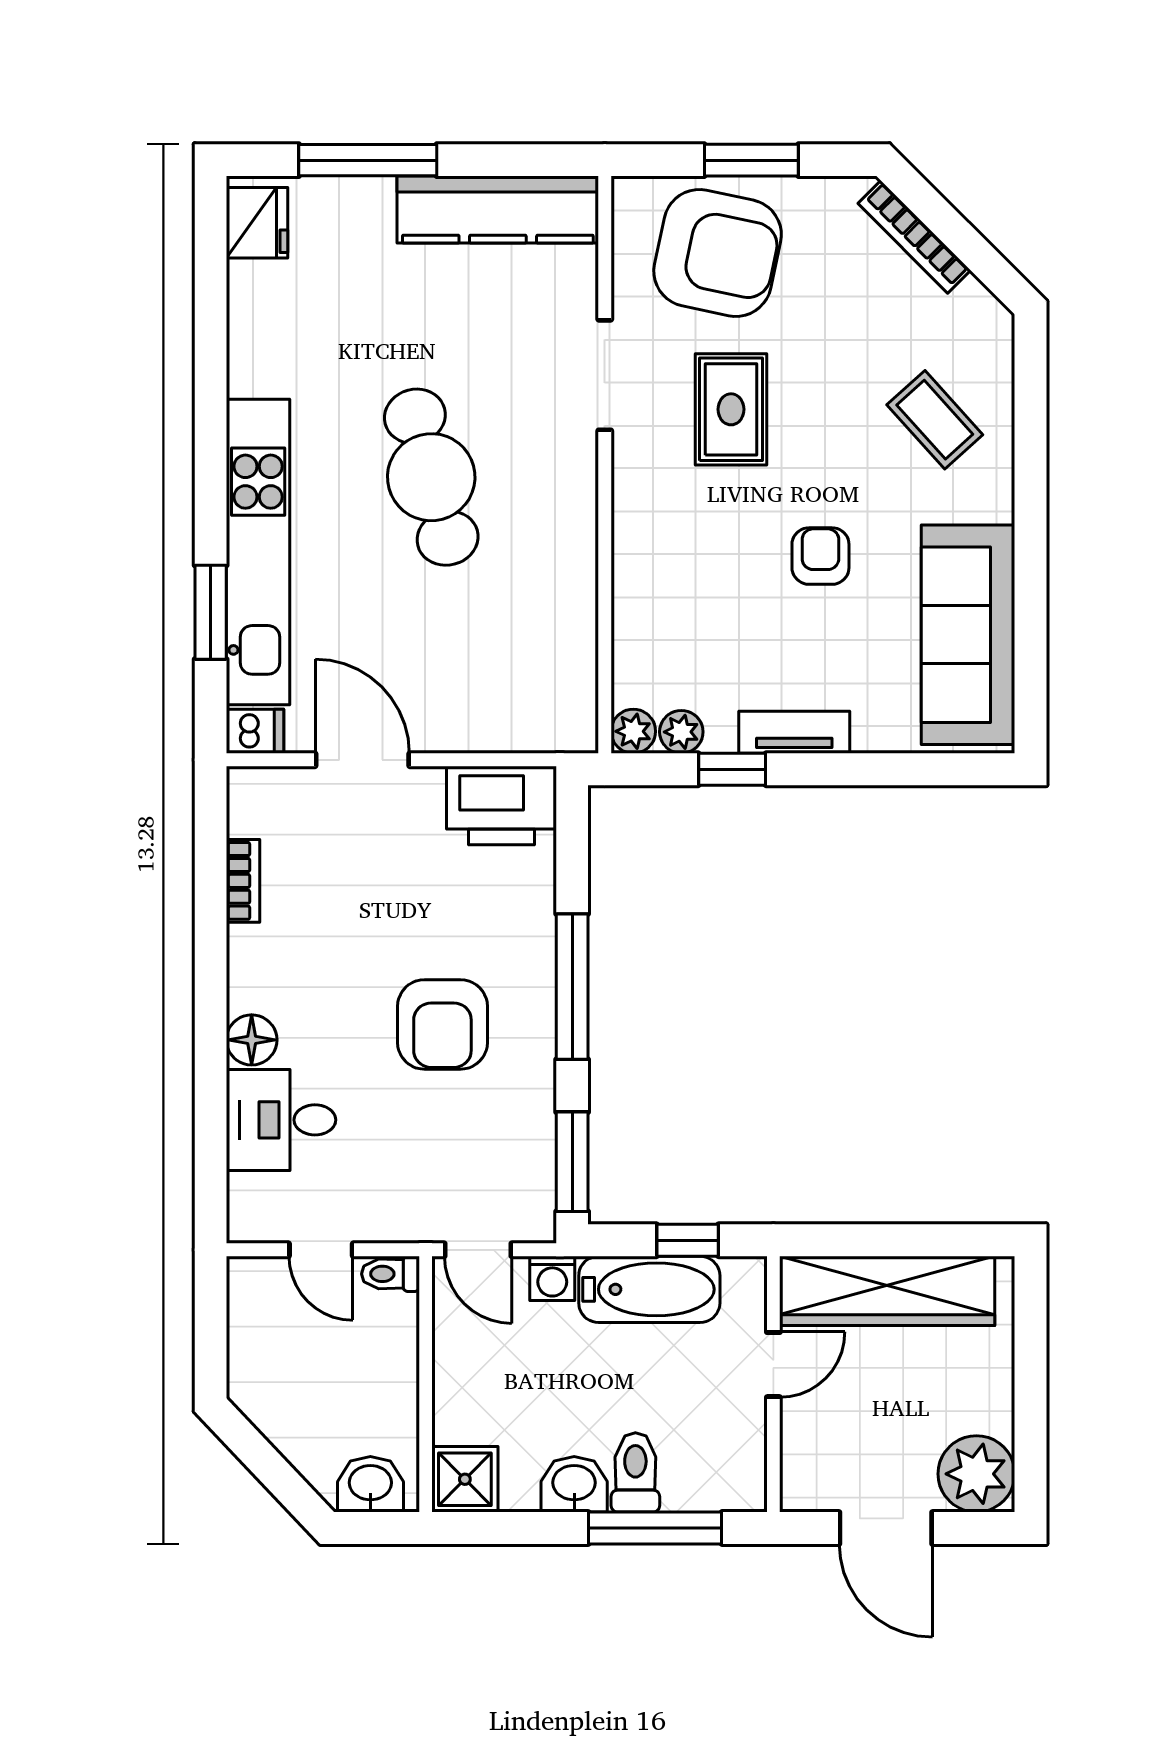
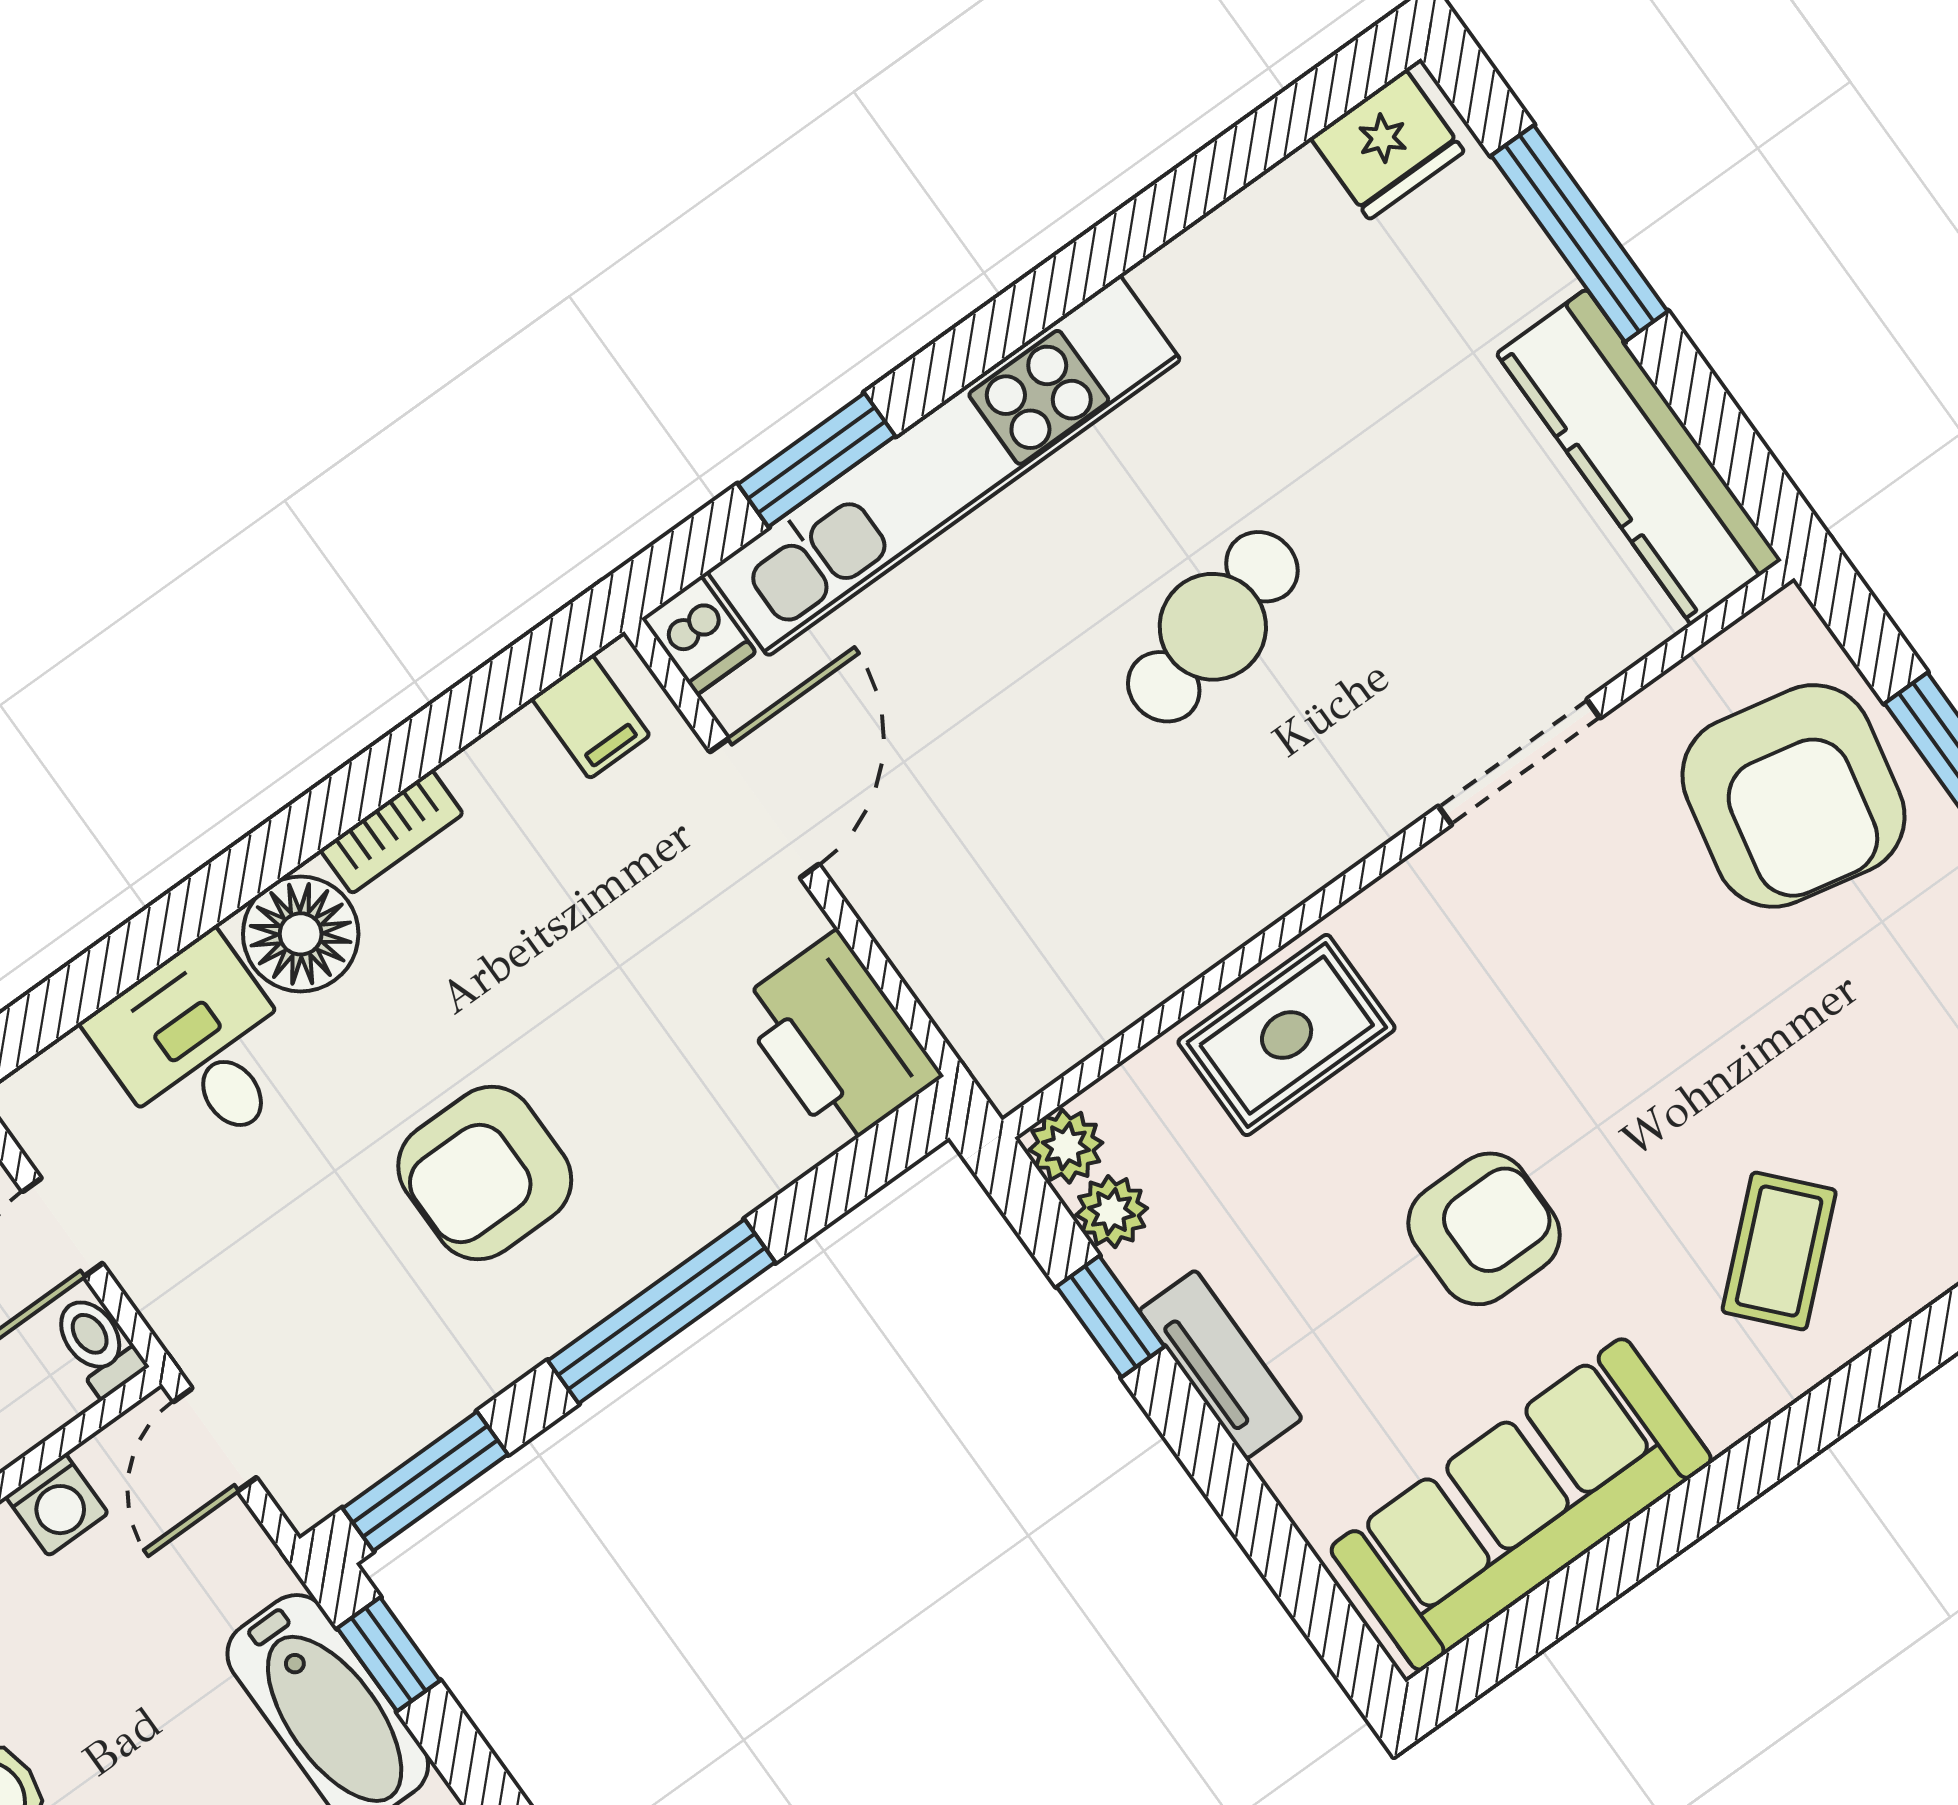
rug: (731, 409) -> (1287, 1035), moved
cafe table: (431, 477) -> (1213, 627), width x0.73, depth x0.74
armchair: (820, 556) -> (1484, 1229), width x1.38, depth x1.38
filing cabinet: (257, 813) -> (591, 717), added
bookcase: (243, 881) -> (392, 832), moved
floor lamp: (252, 1040) -> (301, 934), width x1.38, depth x1.38
window: (688, 1240) -> (389, 1654), moved
washing machine: (552, 1278) -> (57, 1505), moved, turned -90

